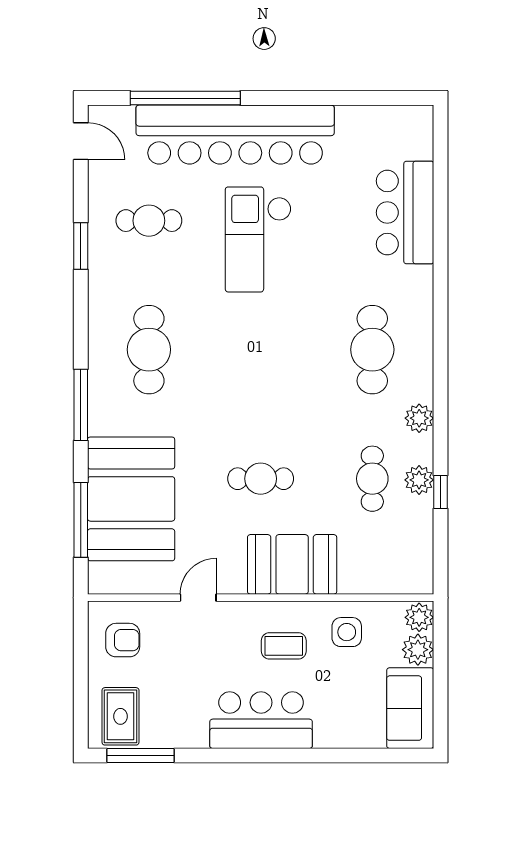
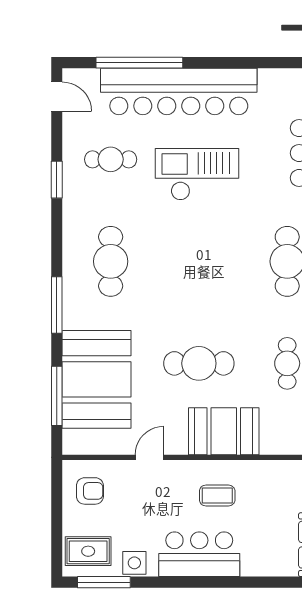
checkout: (258, 239) -> (197, 174), turned 90
cafe table: (261, 479) -> (199, 363), width x1.37, depth x1.35
side table: (347, 632) -> (134, 563), moved
rug: (120, 716) -> (88, 551), turned 90

